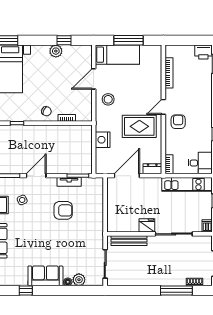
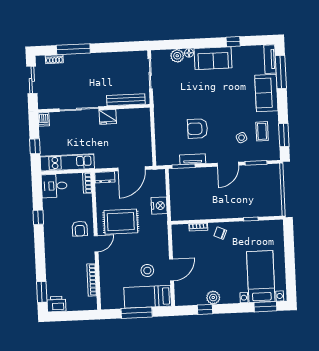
stool: (108, 99) -> (147, 271), moved

